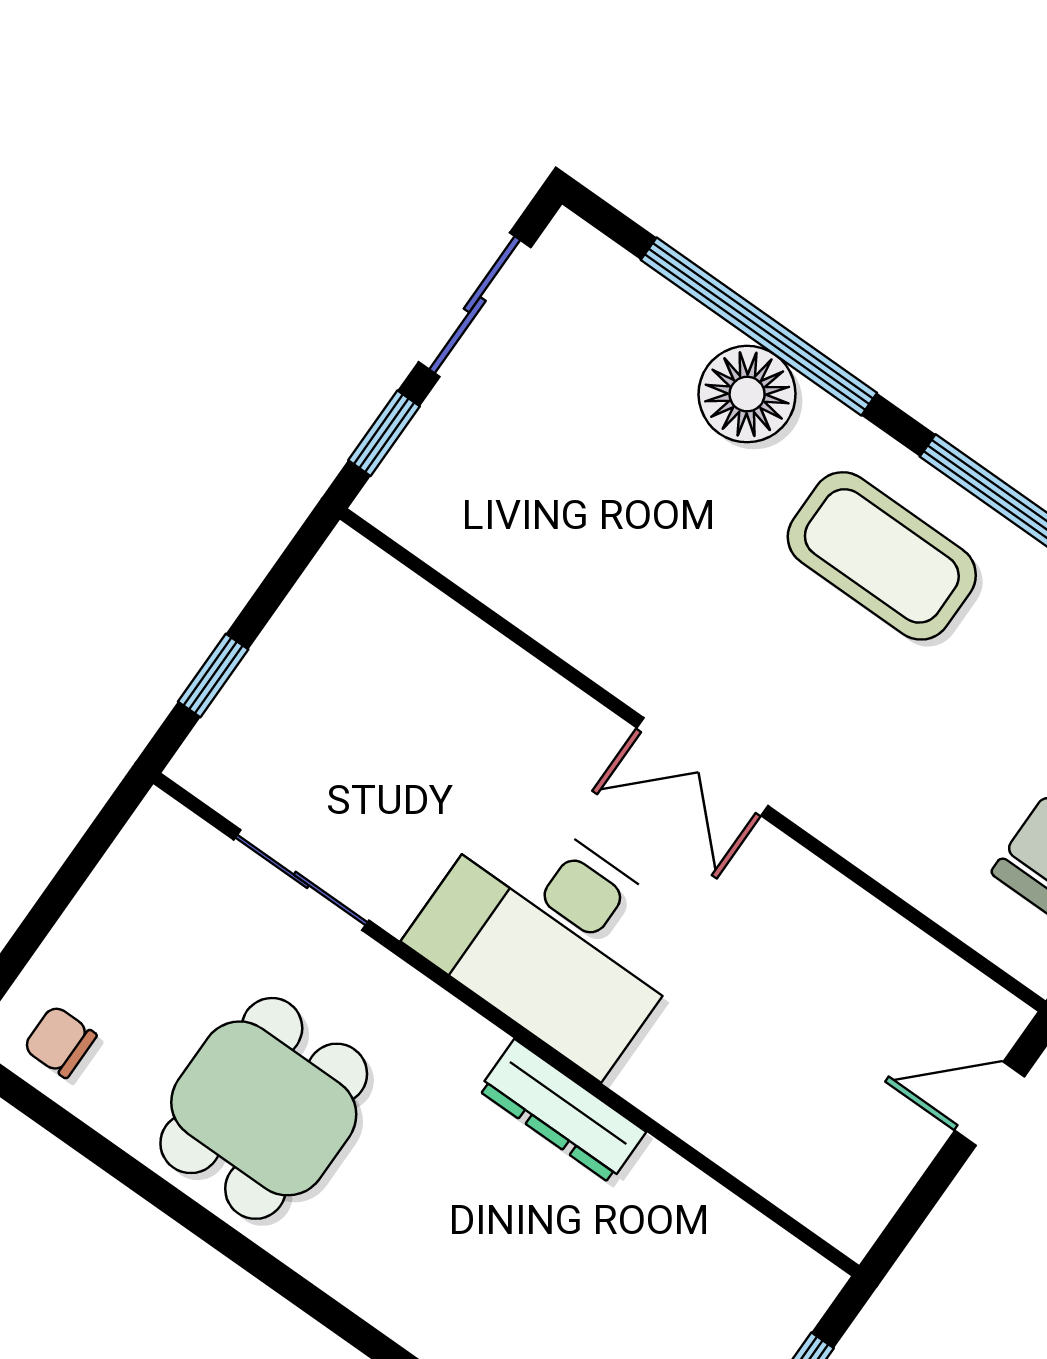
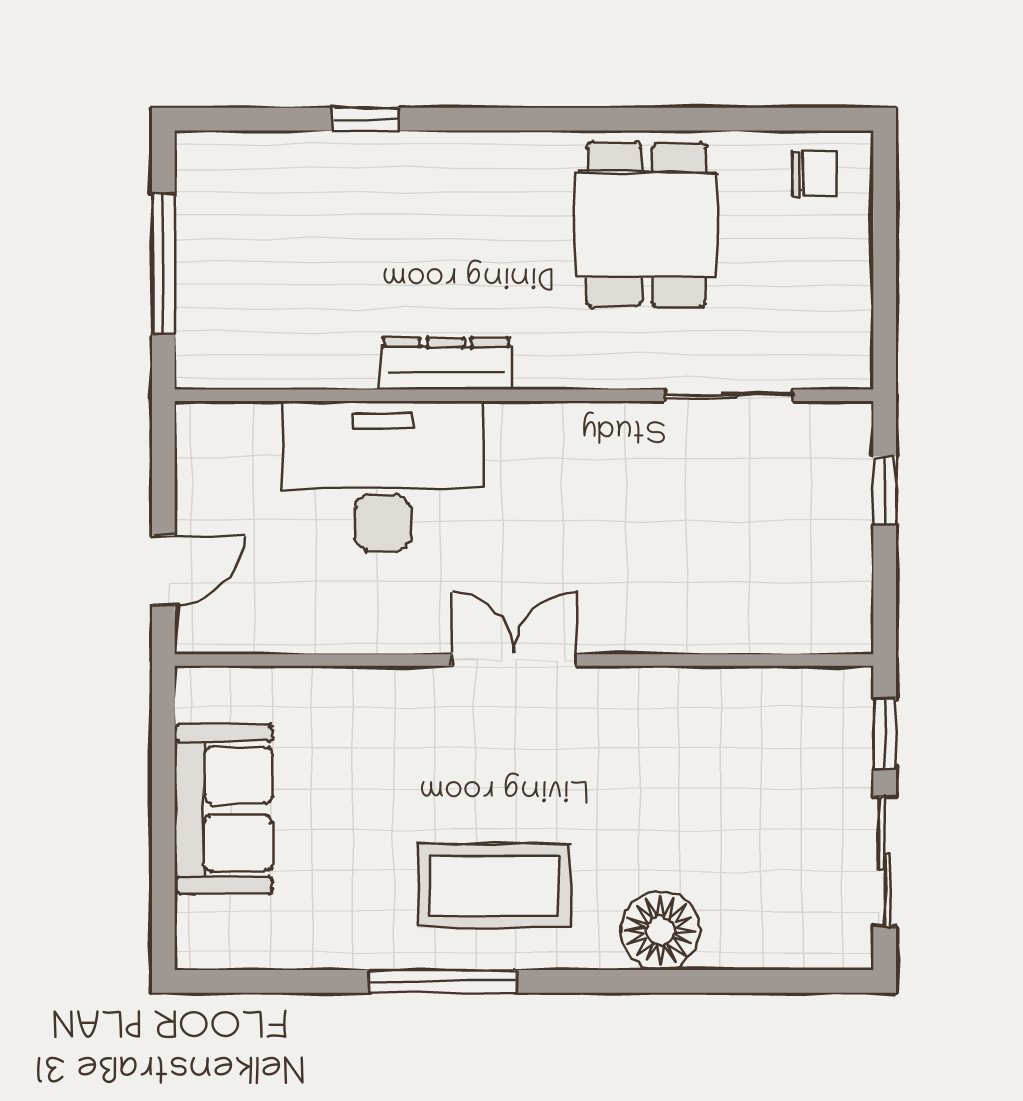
window: (759, 326) -> (684, 981), removed
desk: (554, 937) -> (383, 476), moved

